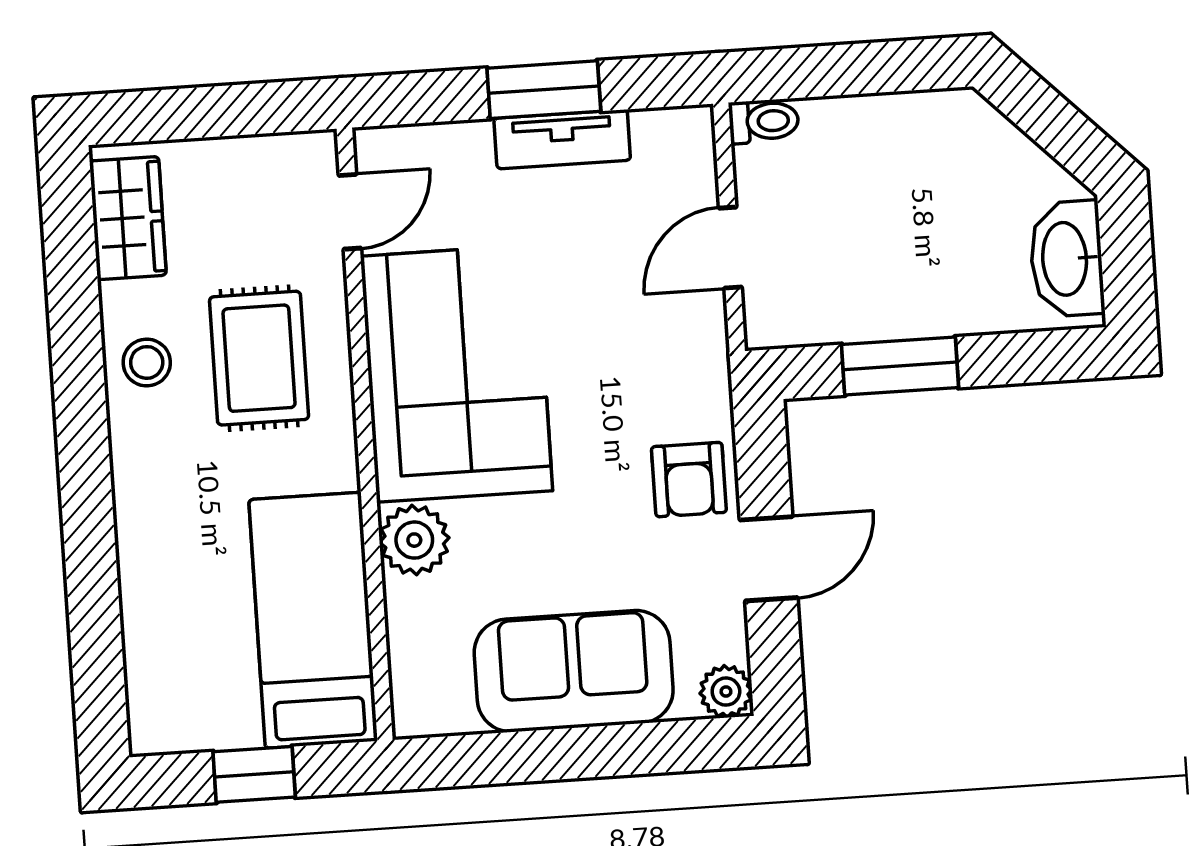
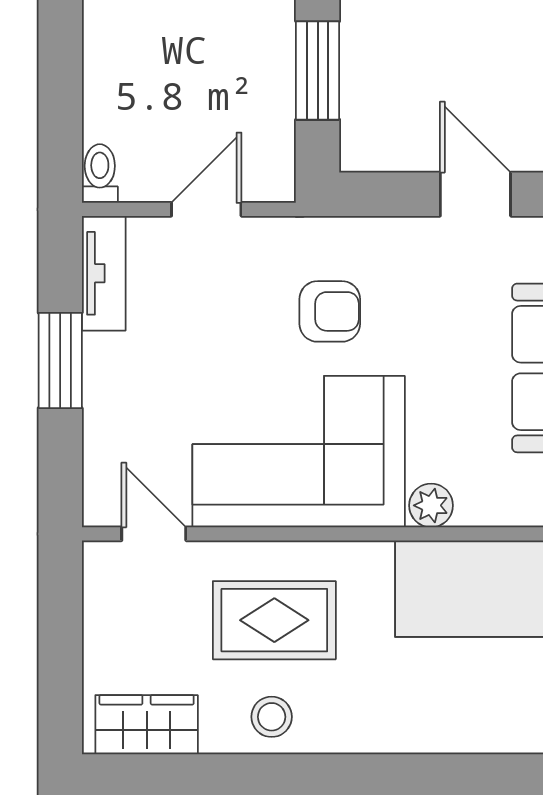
tv unit: (562, 139) -> (104, 273), moved
door: (730, 248) -> (206, 209), swing flipped
armchair: (689, 480) -> (330, 311), moved
plant: (414, 540) -> (431, 505), width x0.73, depth x0.73

